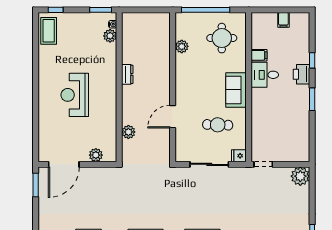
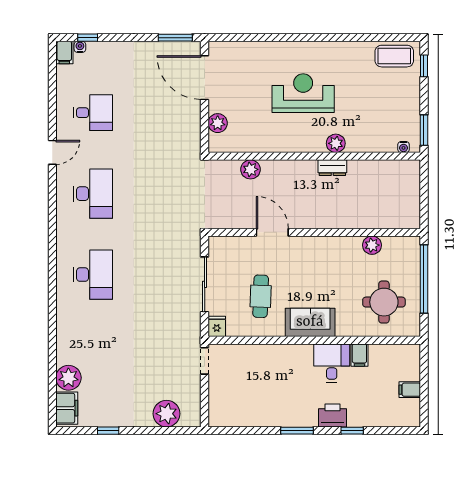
plant: (110, 36) -> (336, 143), moved
plant: (300, 176) -> (166, 414), moved

